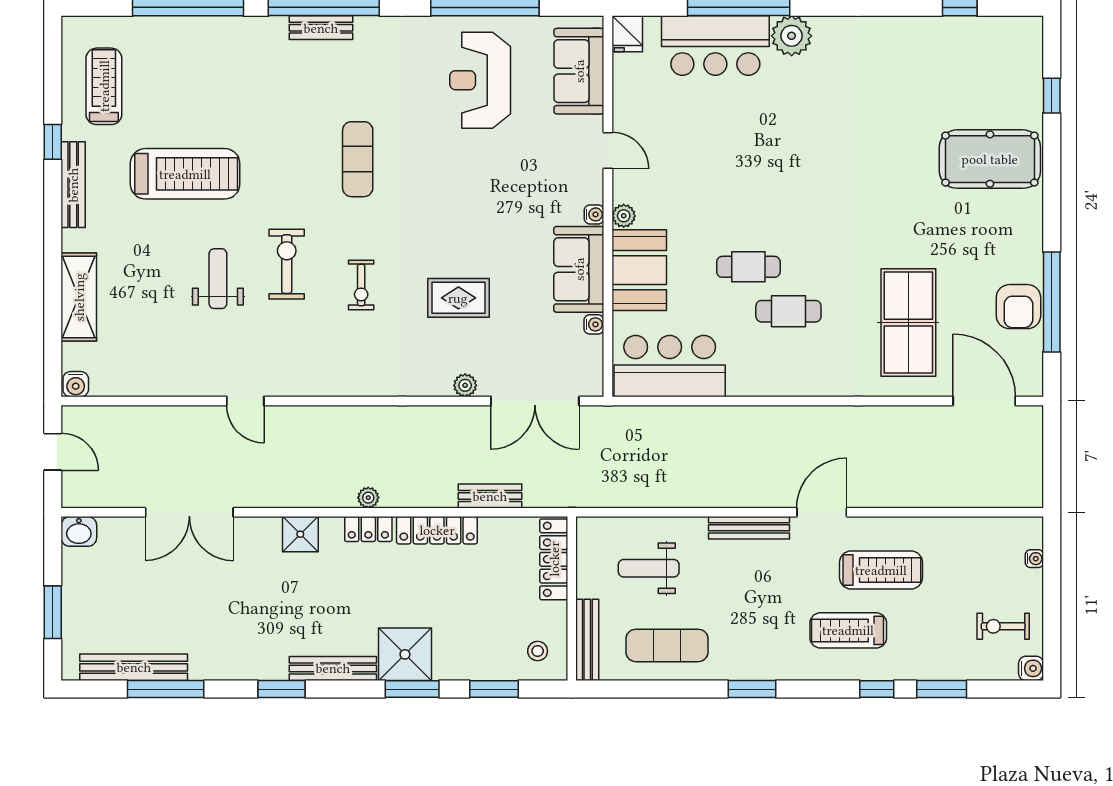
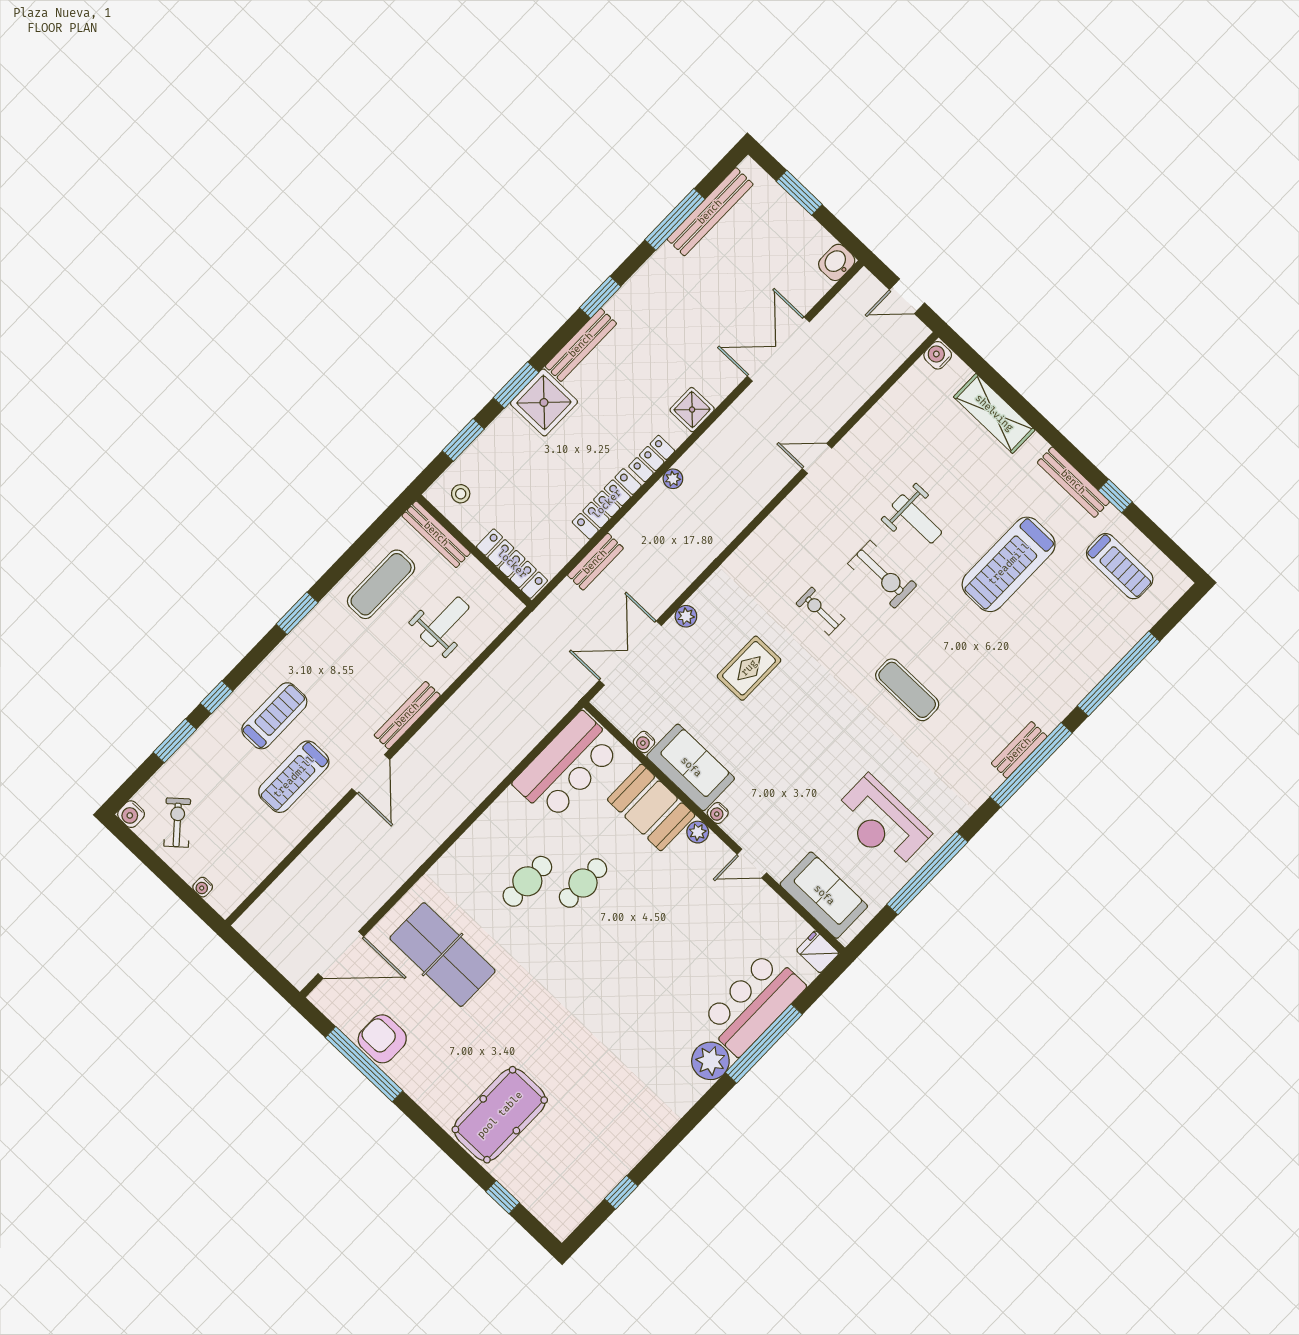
reception desk: (480, 80) -> (881, 823), turned 180
exercise bike: (1003, 626) -> (177, 823), turned -41

